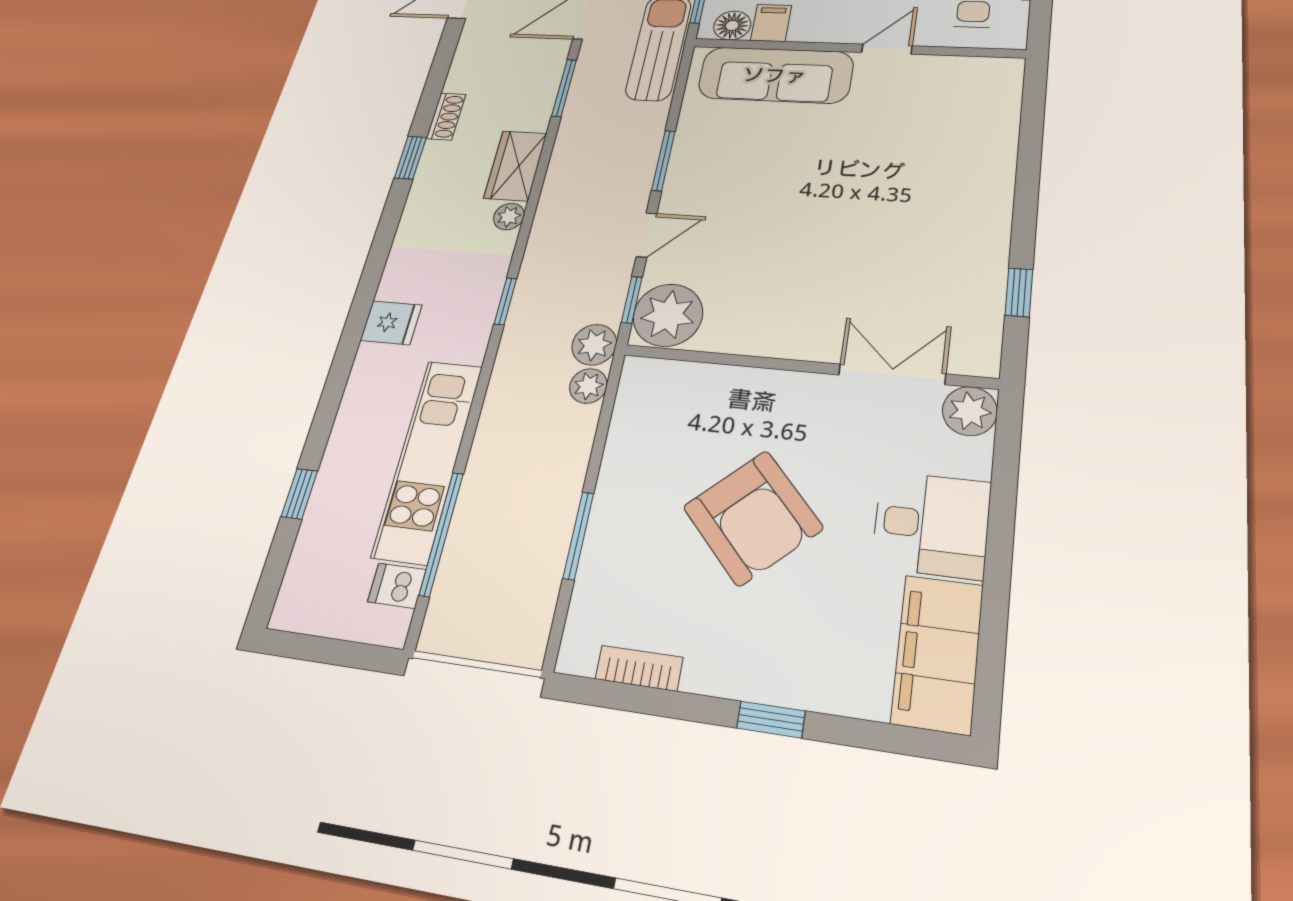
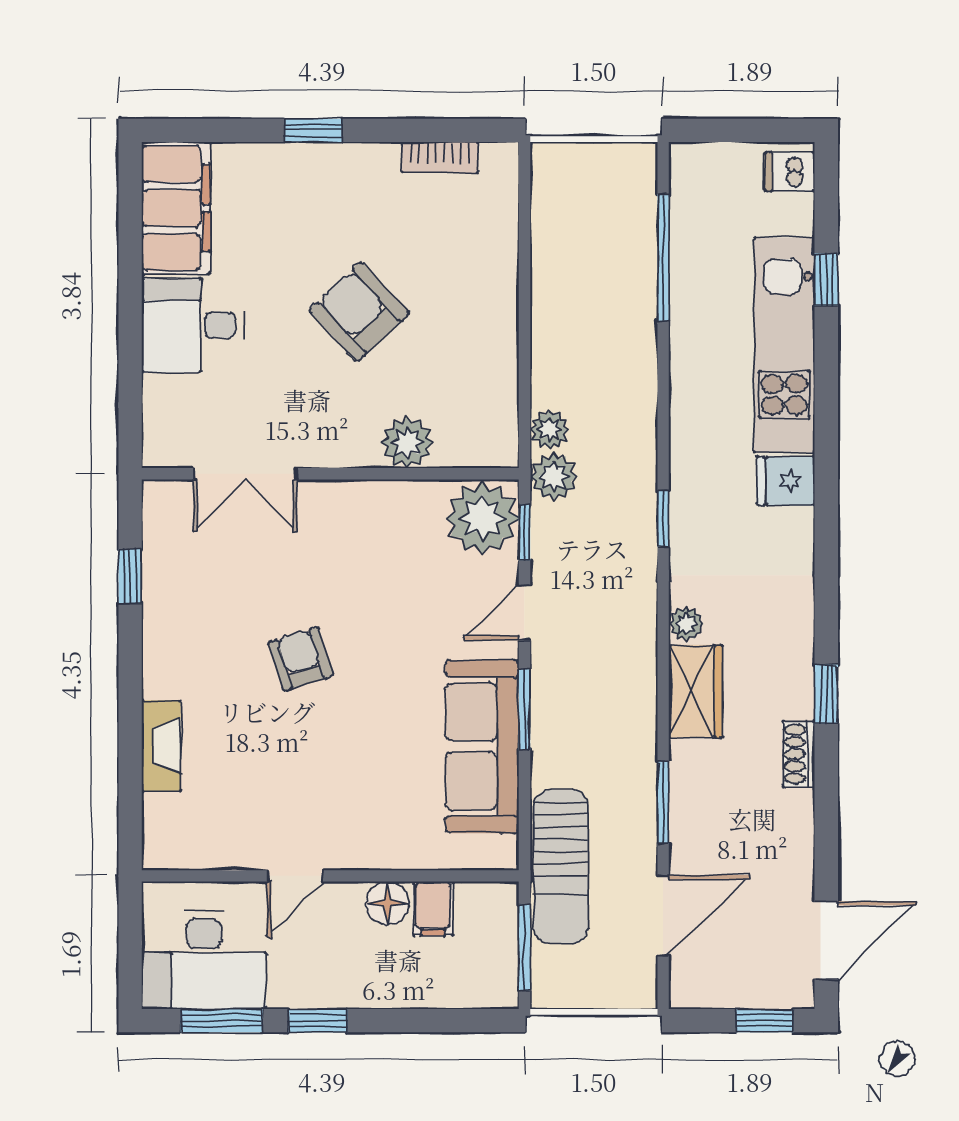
floor lamp: (732, 25) -> (387, 903), moved
sofa: (775, 75) -> (482, 747), moved, turned -90
fireplace: (1000, 150) -> (161, 746), added
armchair: (858, 212) -> (301, 659), added
plant: (970, 411) -> (407, 443), moved
kitchen unit: (428, 460) -> (784, 345), moved, turned 180
armchair: (753, 517) -> (359, 312), width x0.73, depth x0.73
window: (578, 535) -> (524, 273), removed
dishwasher: (397, 586) -> (790, 172), moved, turned 180

